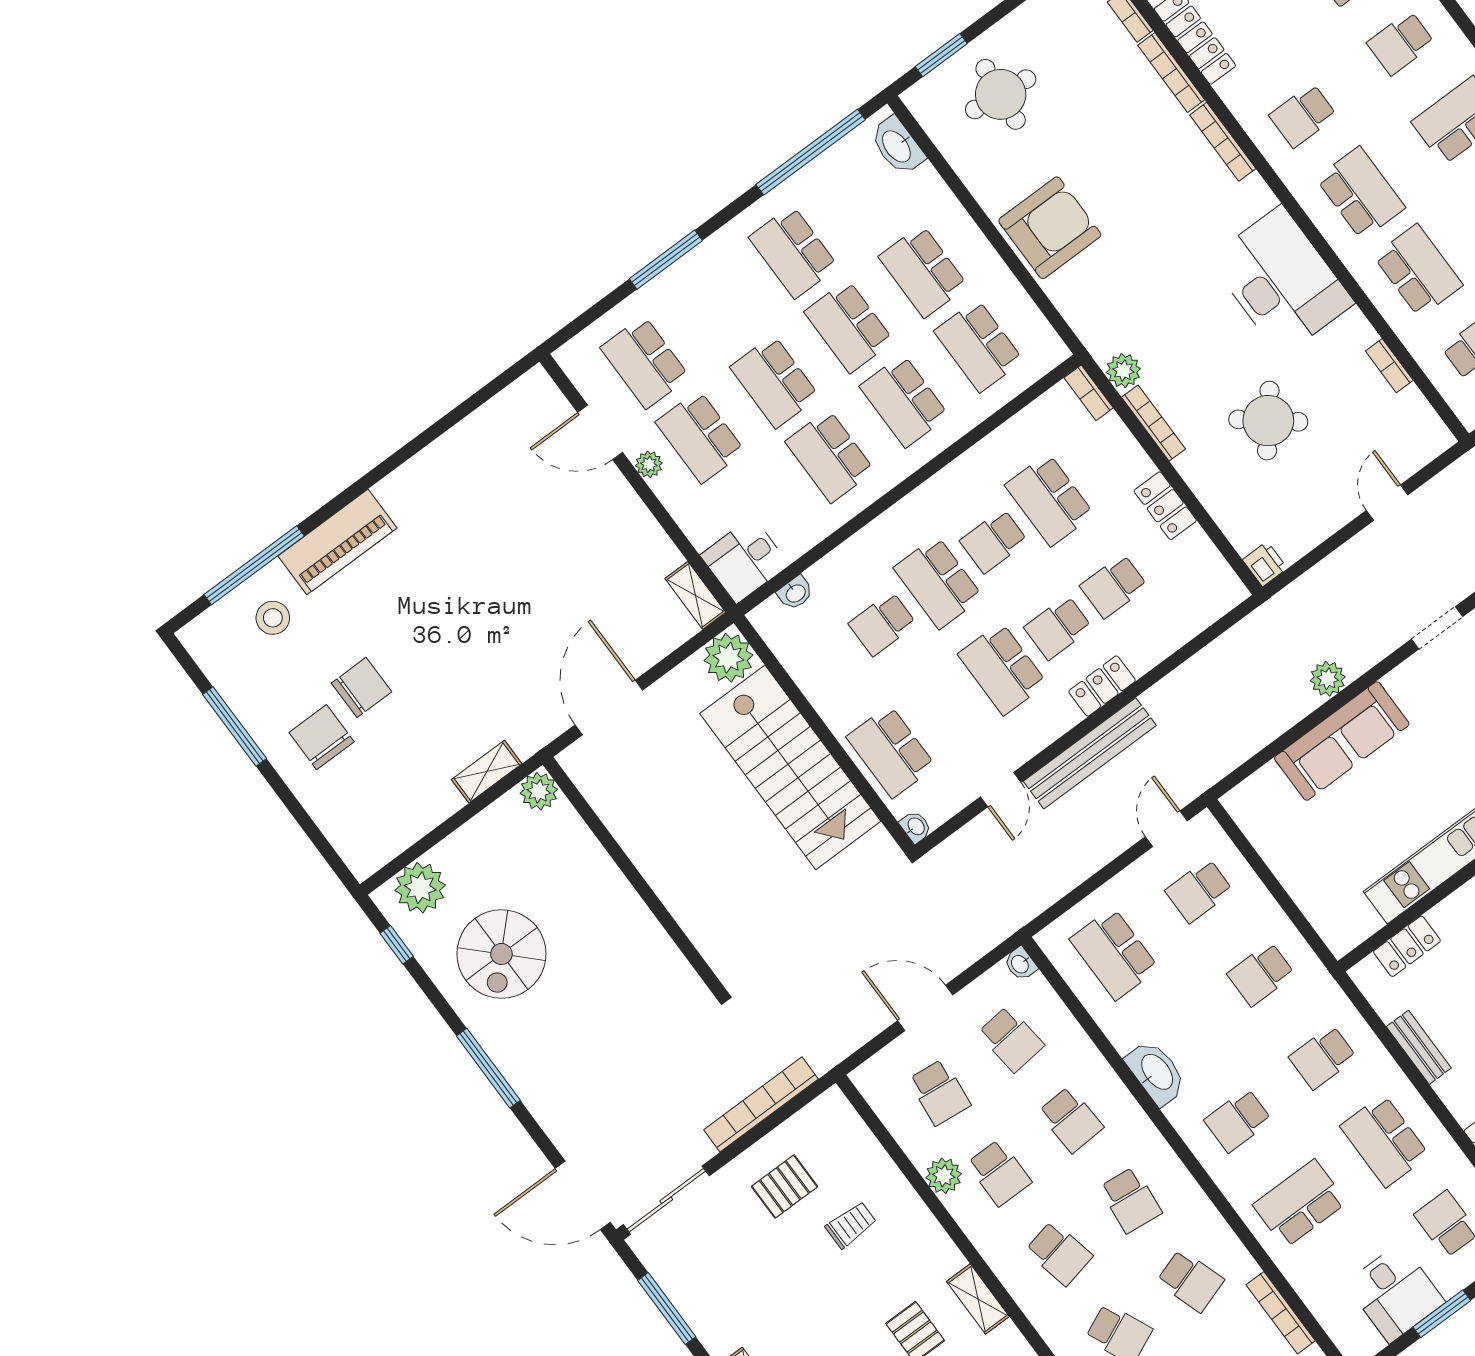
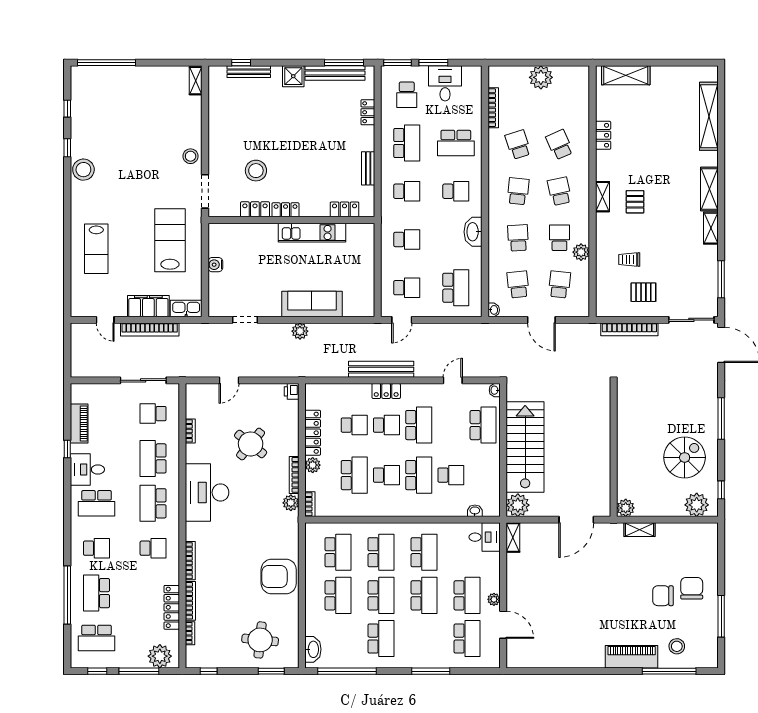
plant: (1134, 464) -> (313, 465), added
locker: (1165, 506) -> (313, 433), width x1.53
chair: (322, 737) -> (692, 588), turned 180
bench: (1090, 753) -> (381, 369), moved

